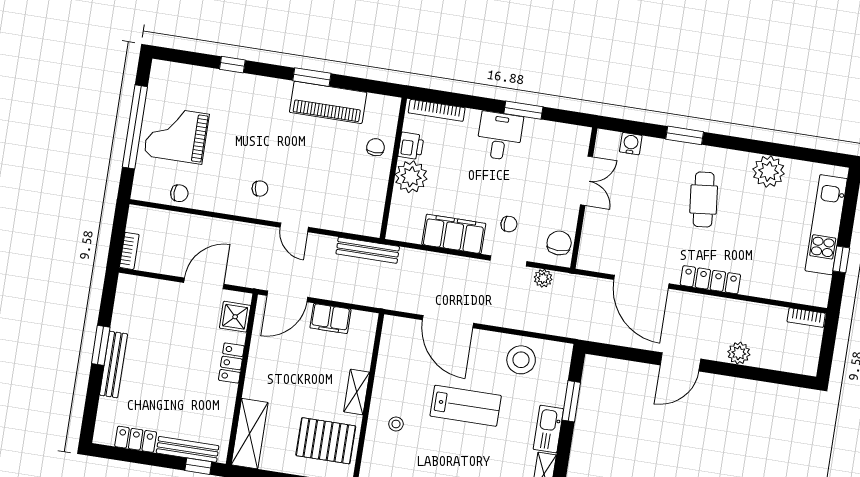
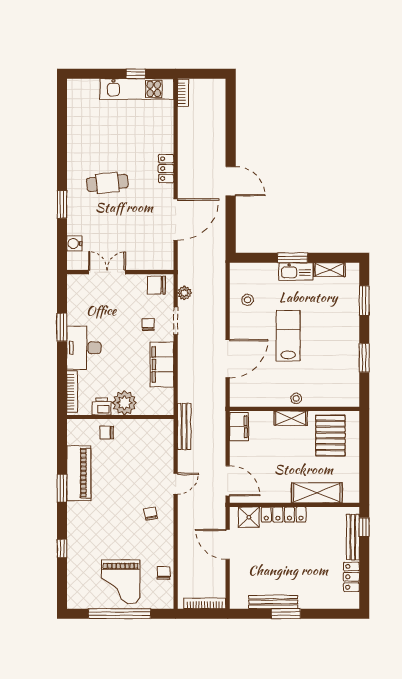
desk: (500, 136) -> (84, 348), width x1.37
plant: (769, 171) -> (79, 138), removed
kitchen unit: (826, 225) -> (137, 89), moved
bookcase: (129, 251) -> (205, 603), width x1.56
locker: (710, 280) -> (166, 169), width x0.66
filing cabinet: (330, 319) -> (239, 427), moved
plant: (739, 353) -> (217, 139), removed
stool: (521, 360) -> (248, 300), width x0.53, depth x0.53
locker: (231, 363) -> (284, 515), width x1.53
bench: (113, 364) -> (273, 602), moved
window: (571, 401) -> (293, 258), moved
stool: (396, 424) -> (296, 398), moved
shelving: (250, 434) -> (317, 493), moved

